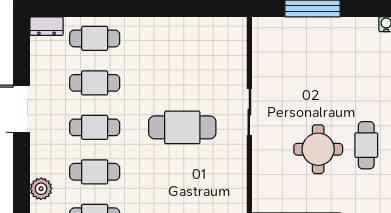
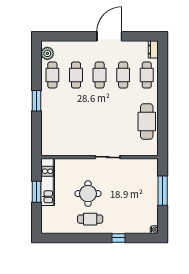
cafe table: (182, 127) -> (147, 121), moved
plant: (41, 189) -> (67, 47), removed

